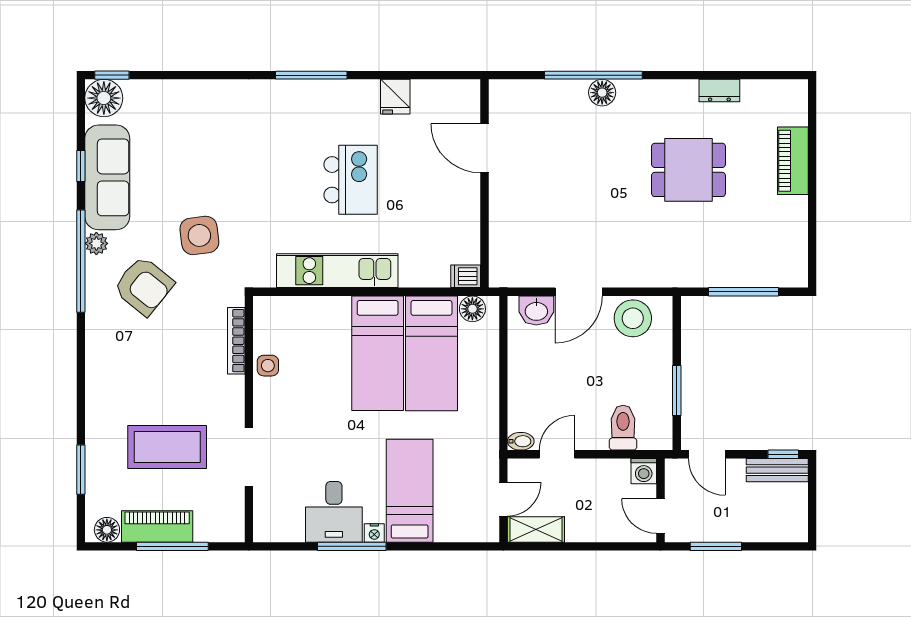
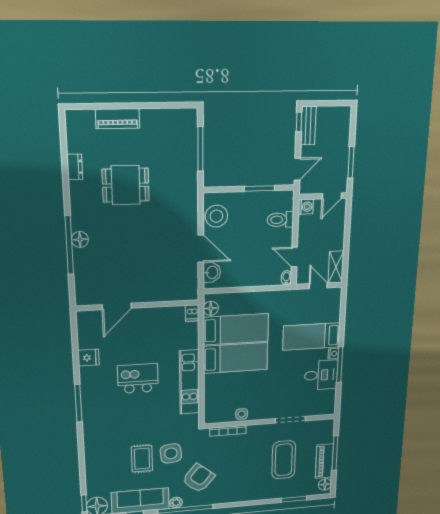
dining table: (688, 170) -> (126, 185), turned 90
rug: (193, 183) -> (142, 459), added

